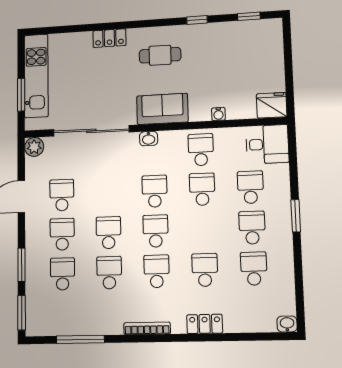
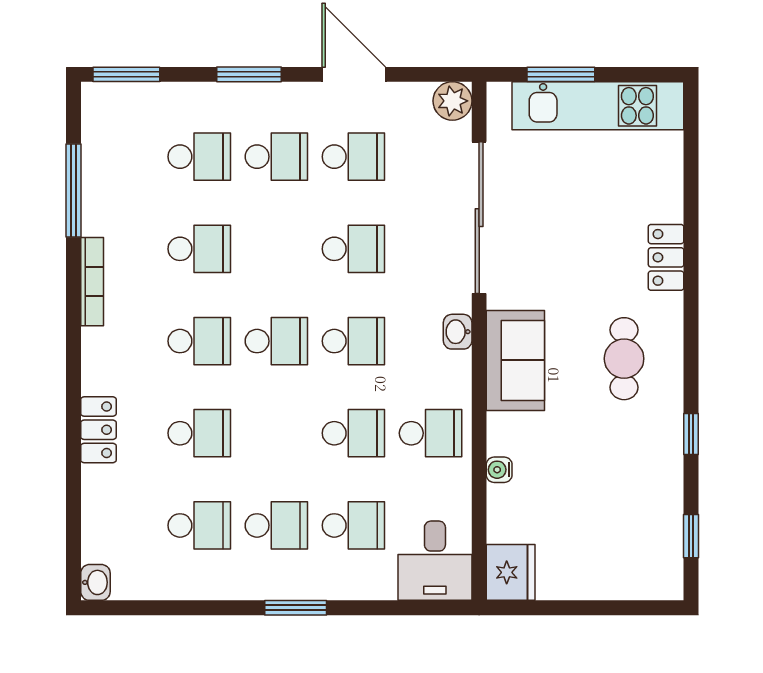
school desk: (108, 233) -> (353, 249), moved
window: (21, 265) -> (249, 74), moved
bookcase: (147, 328) -> (92, 282), moved

